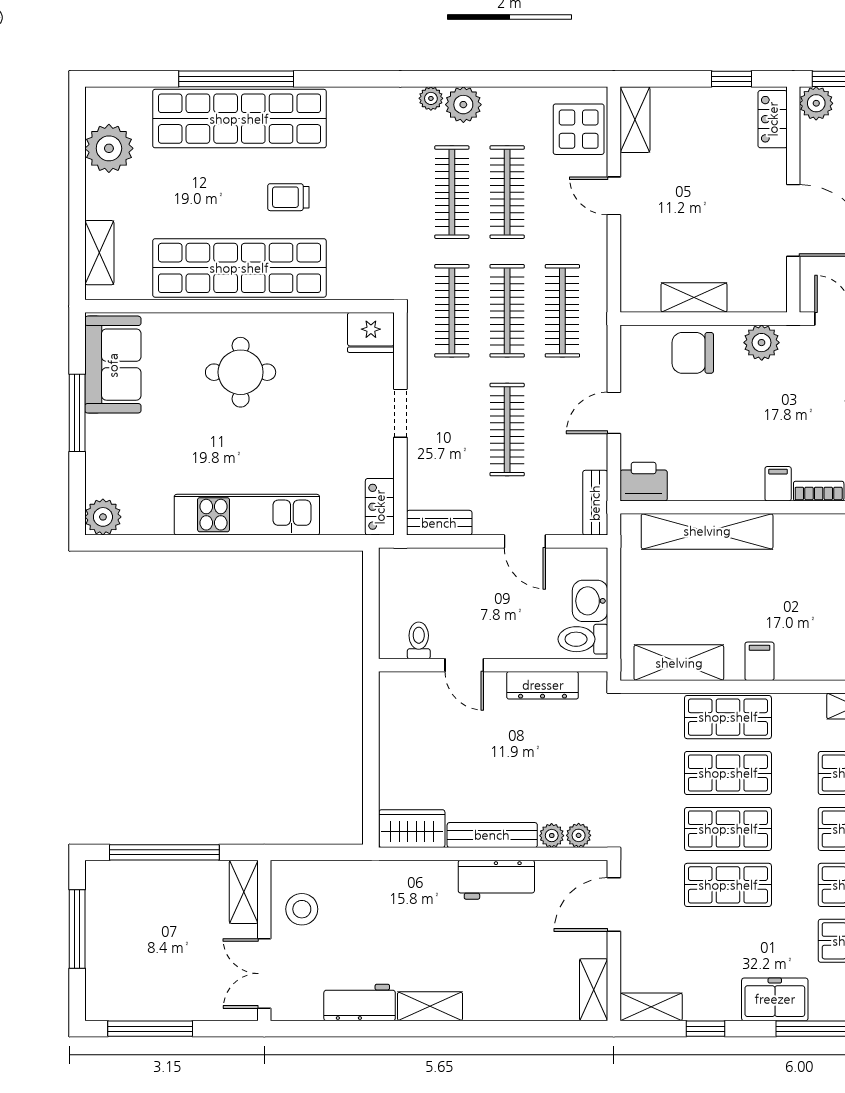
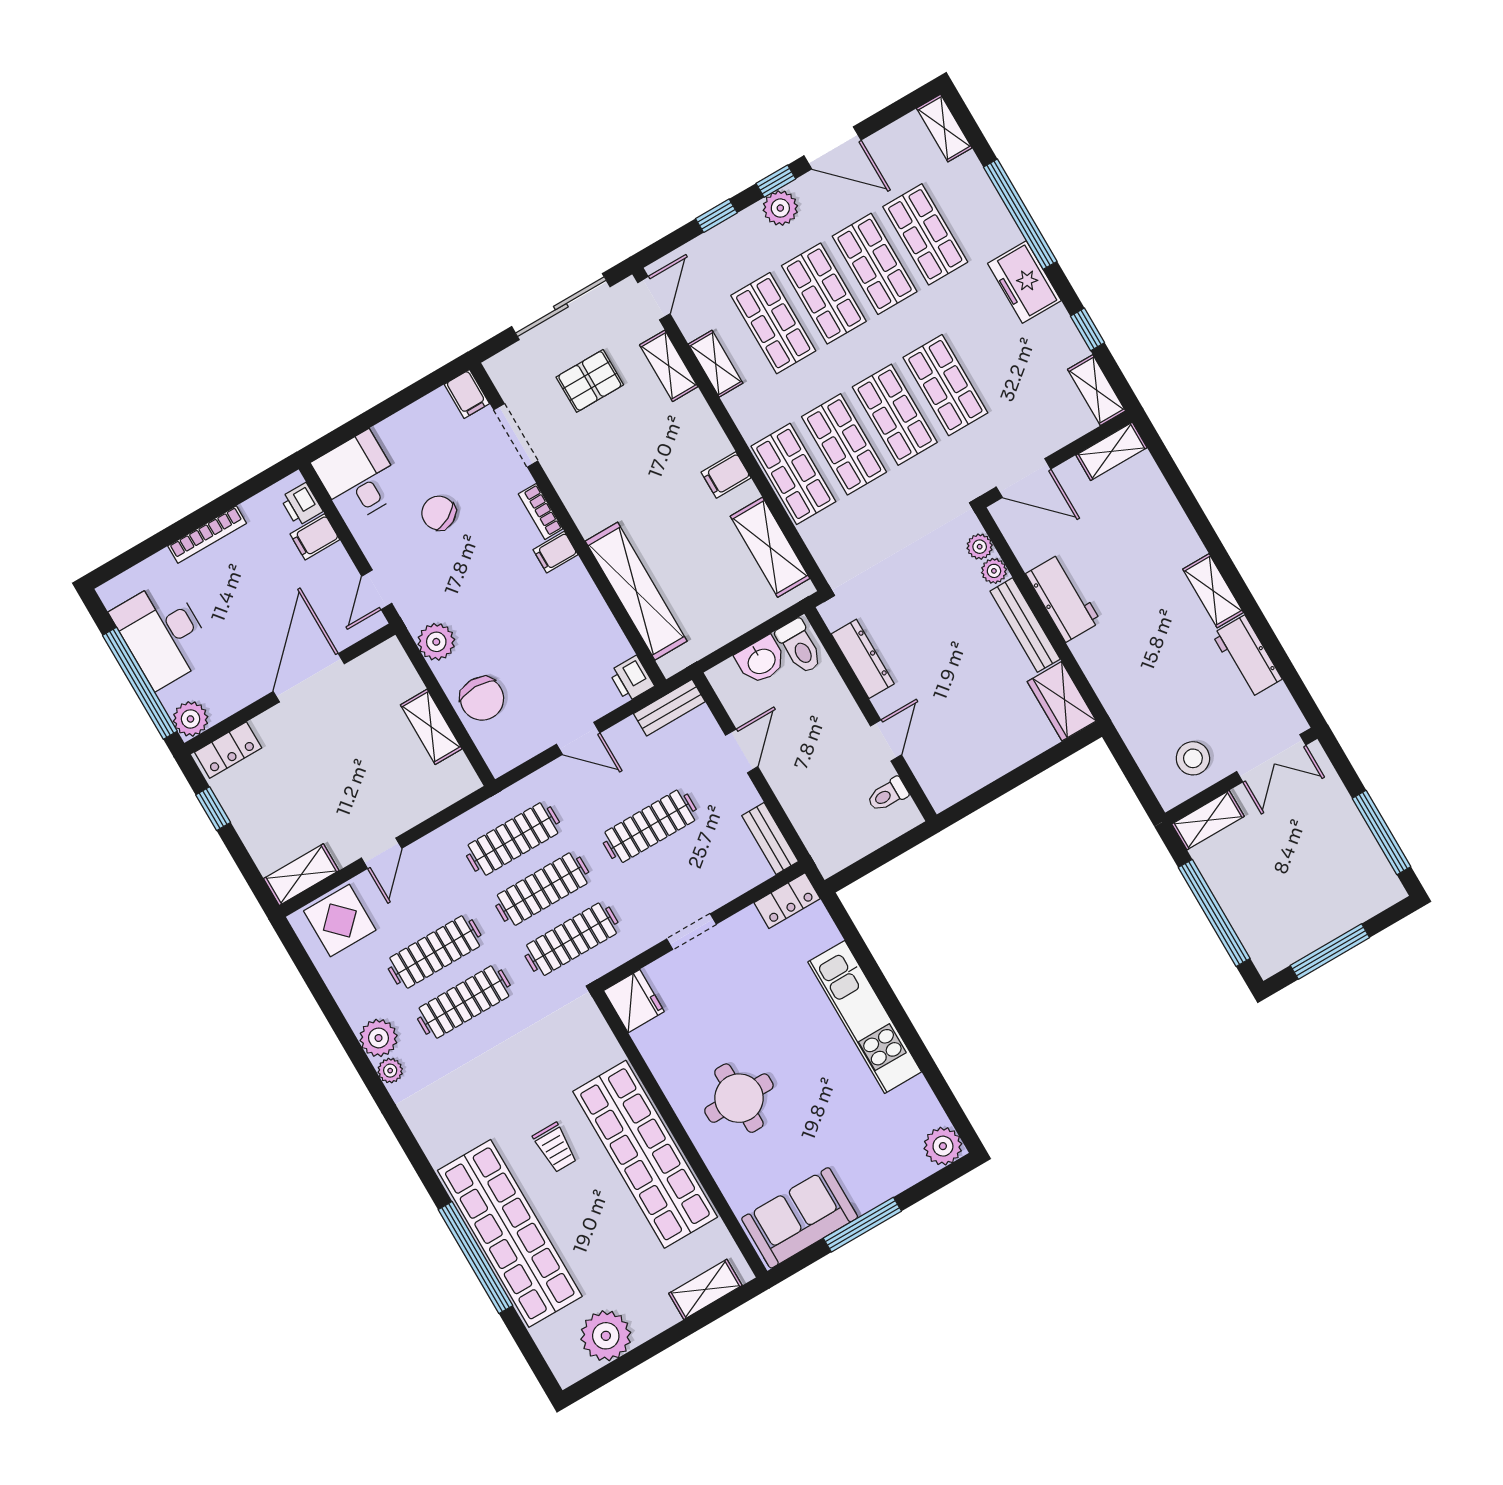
printer: (644, 482) -> (631, 679), width x0.73, depth x0.81

